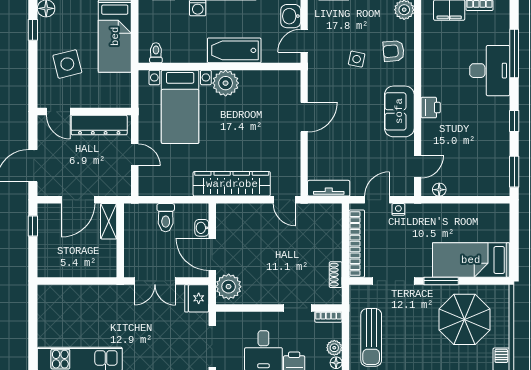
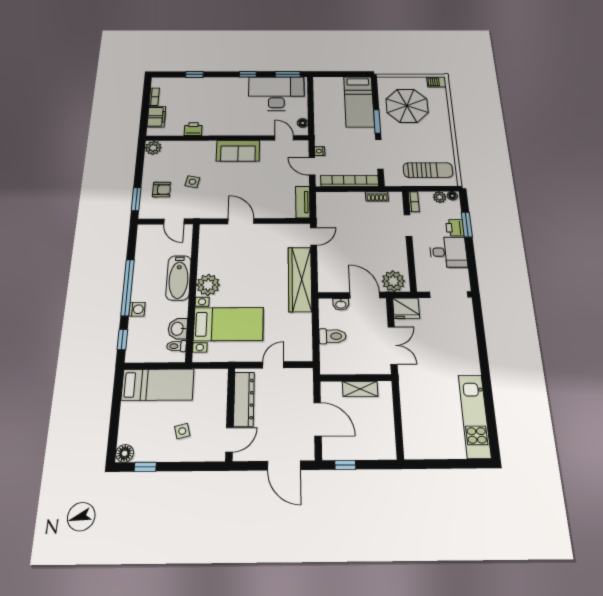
washbasin: (291, 16) -> (178, 329), moved, turned 90
armchair: (394, 51) -> (162, 190), moved, turned -85
window: (514, 53) -> (194, 74), width x0.46
side table: (67, 64) -> (182, 431), width x0.54, depth x0.54
desk: (490, 71) -> (276, 94), moved, width x1.36, depth x1.30
printer: (431, 108) -> (193, 129), moved
shelving: (109, 221) -> (360, 389), moved
door: (212, 254) -> (365, 295), swing flipped

